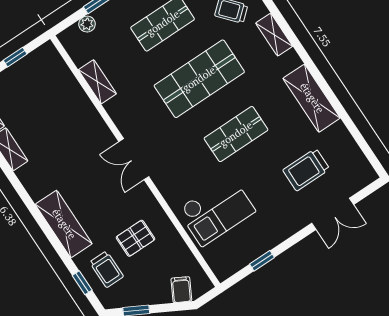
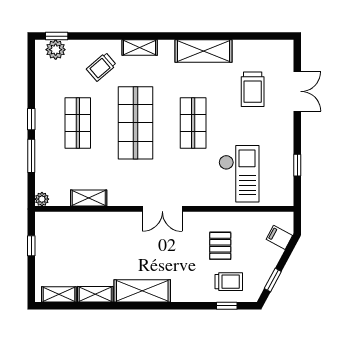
plant: (87, 24) -> (42, 199), moved
shelving: (64, 224) -> (142, 291), moved

